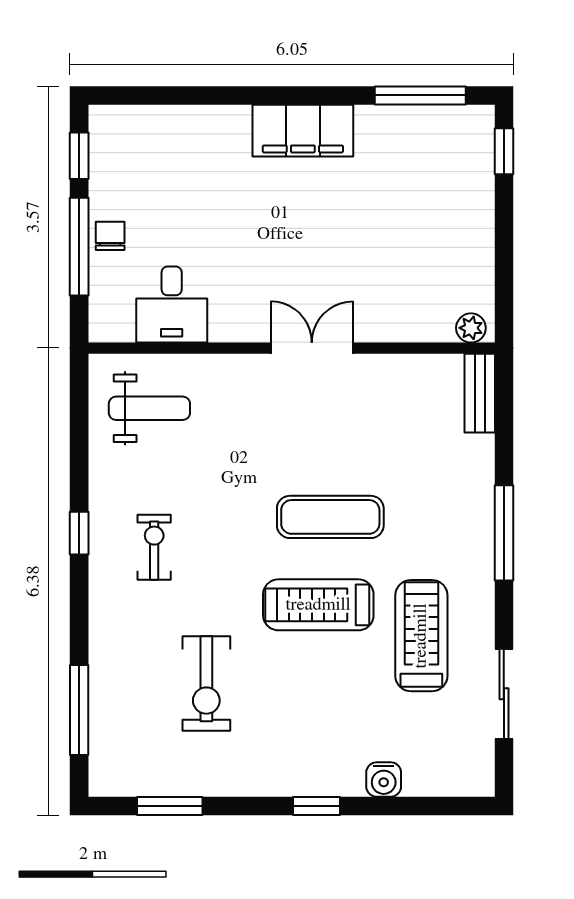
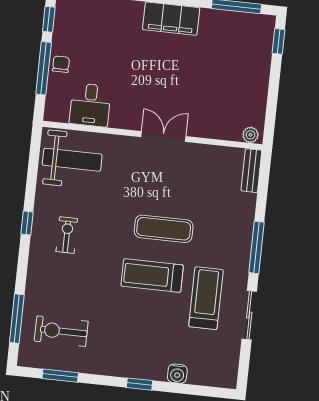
weight bench: (149, 408) -> (72, 160), width x1.36, depth x1.33
exercise bike: (206, 683) -> (61, 331), moved, turned 90
sliding door: (504, 694) -> (249, 315), moved

